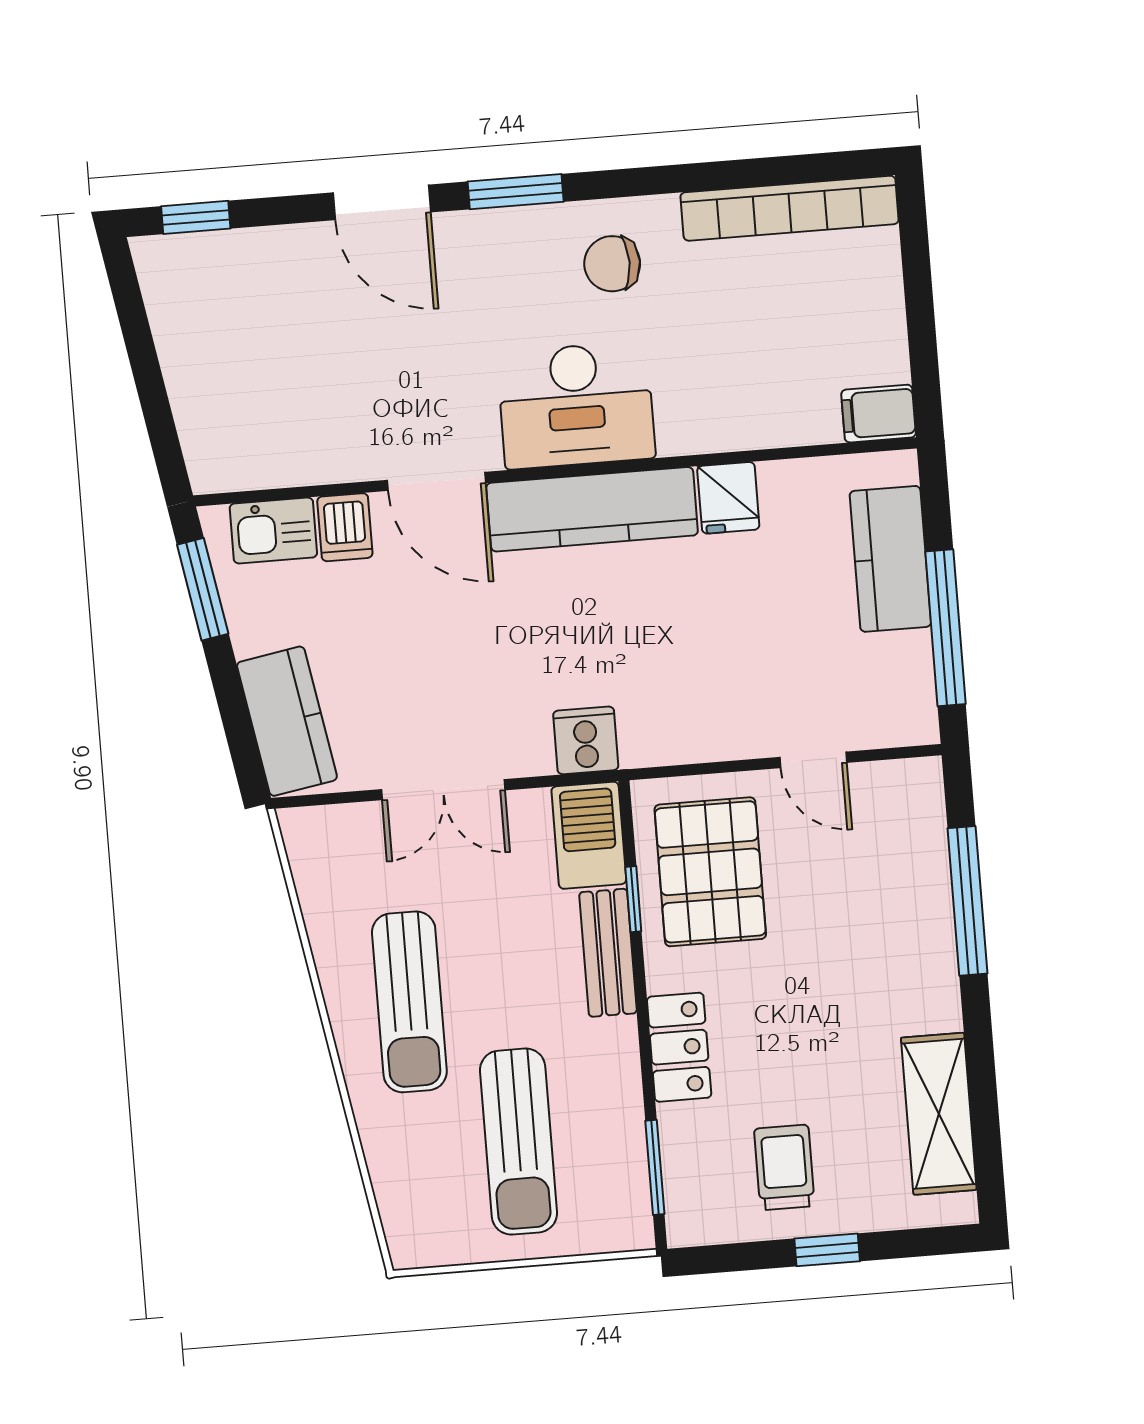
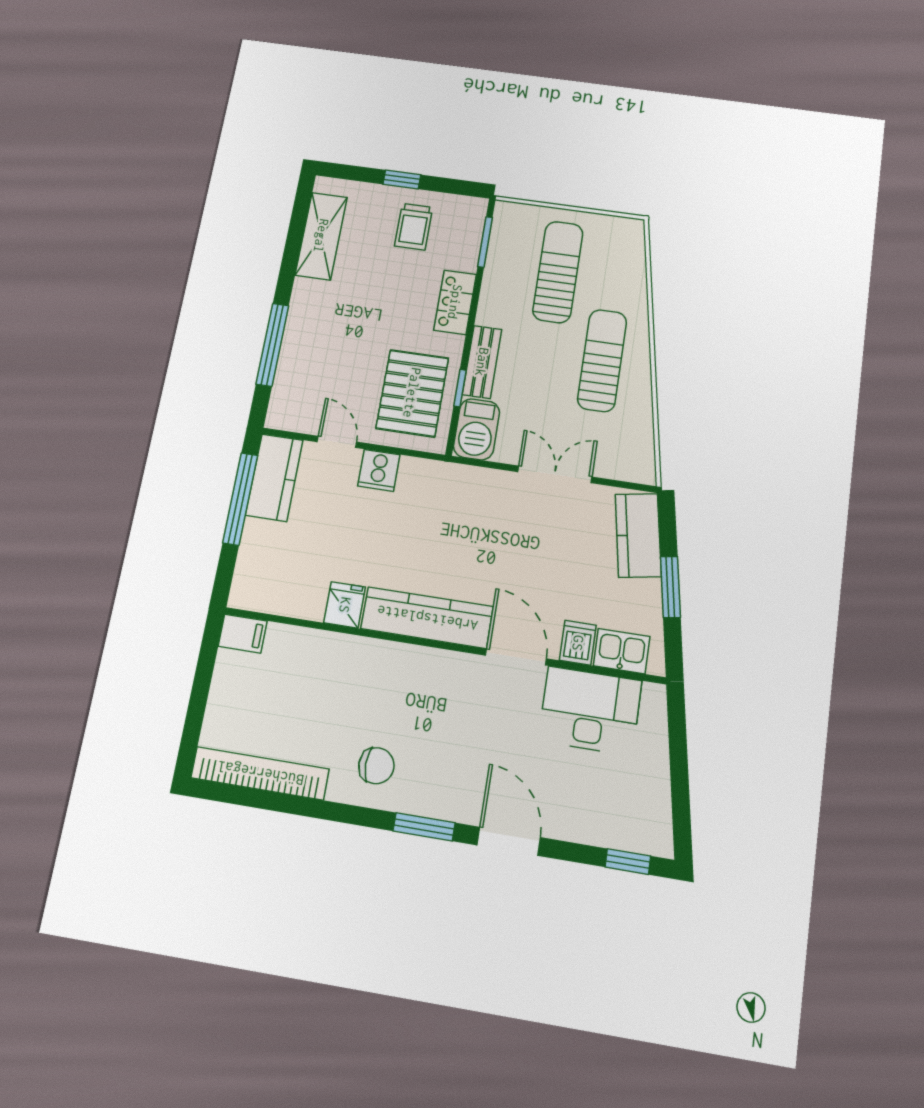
desk: (576, 405) -> (590, 711), moved
kitchen counter: (890, 559) -> (274, 478), moved
window: (203, 589) -> (670, 587), moved
cooker: (586, 740) -> (379, 470), moved

